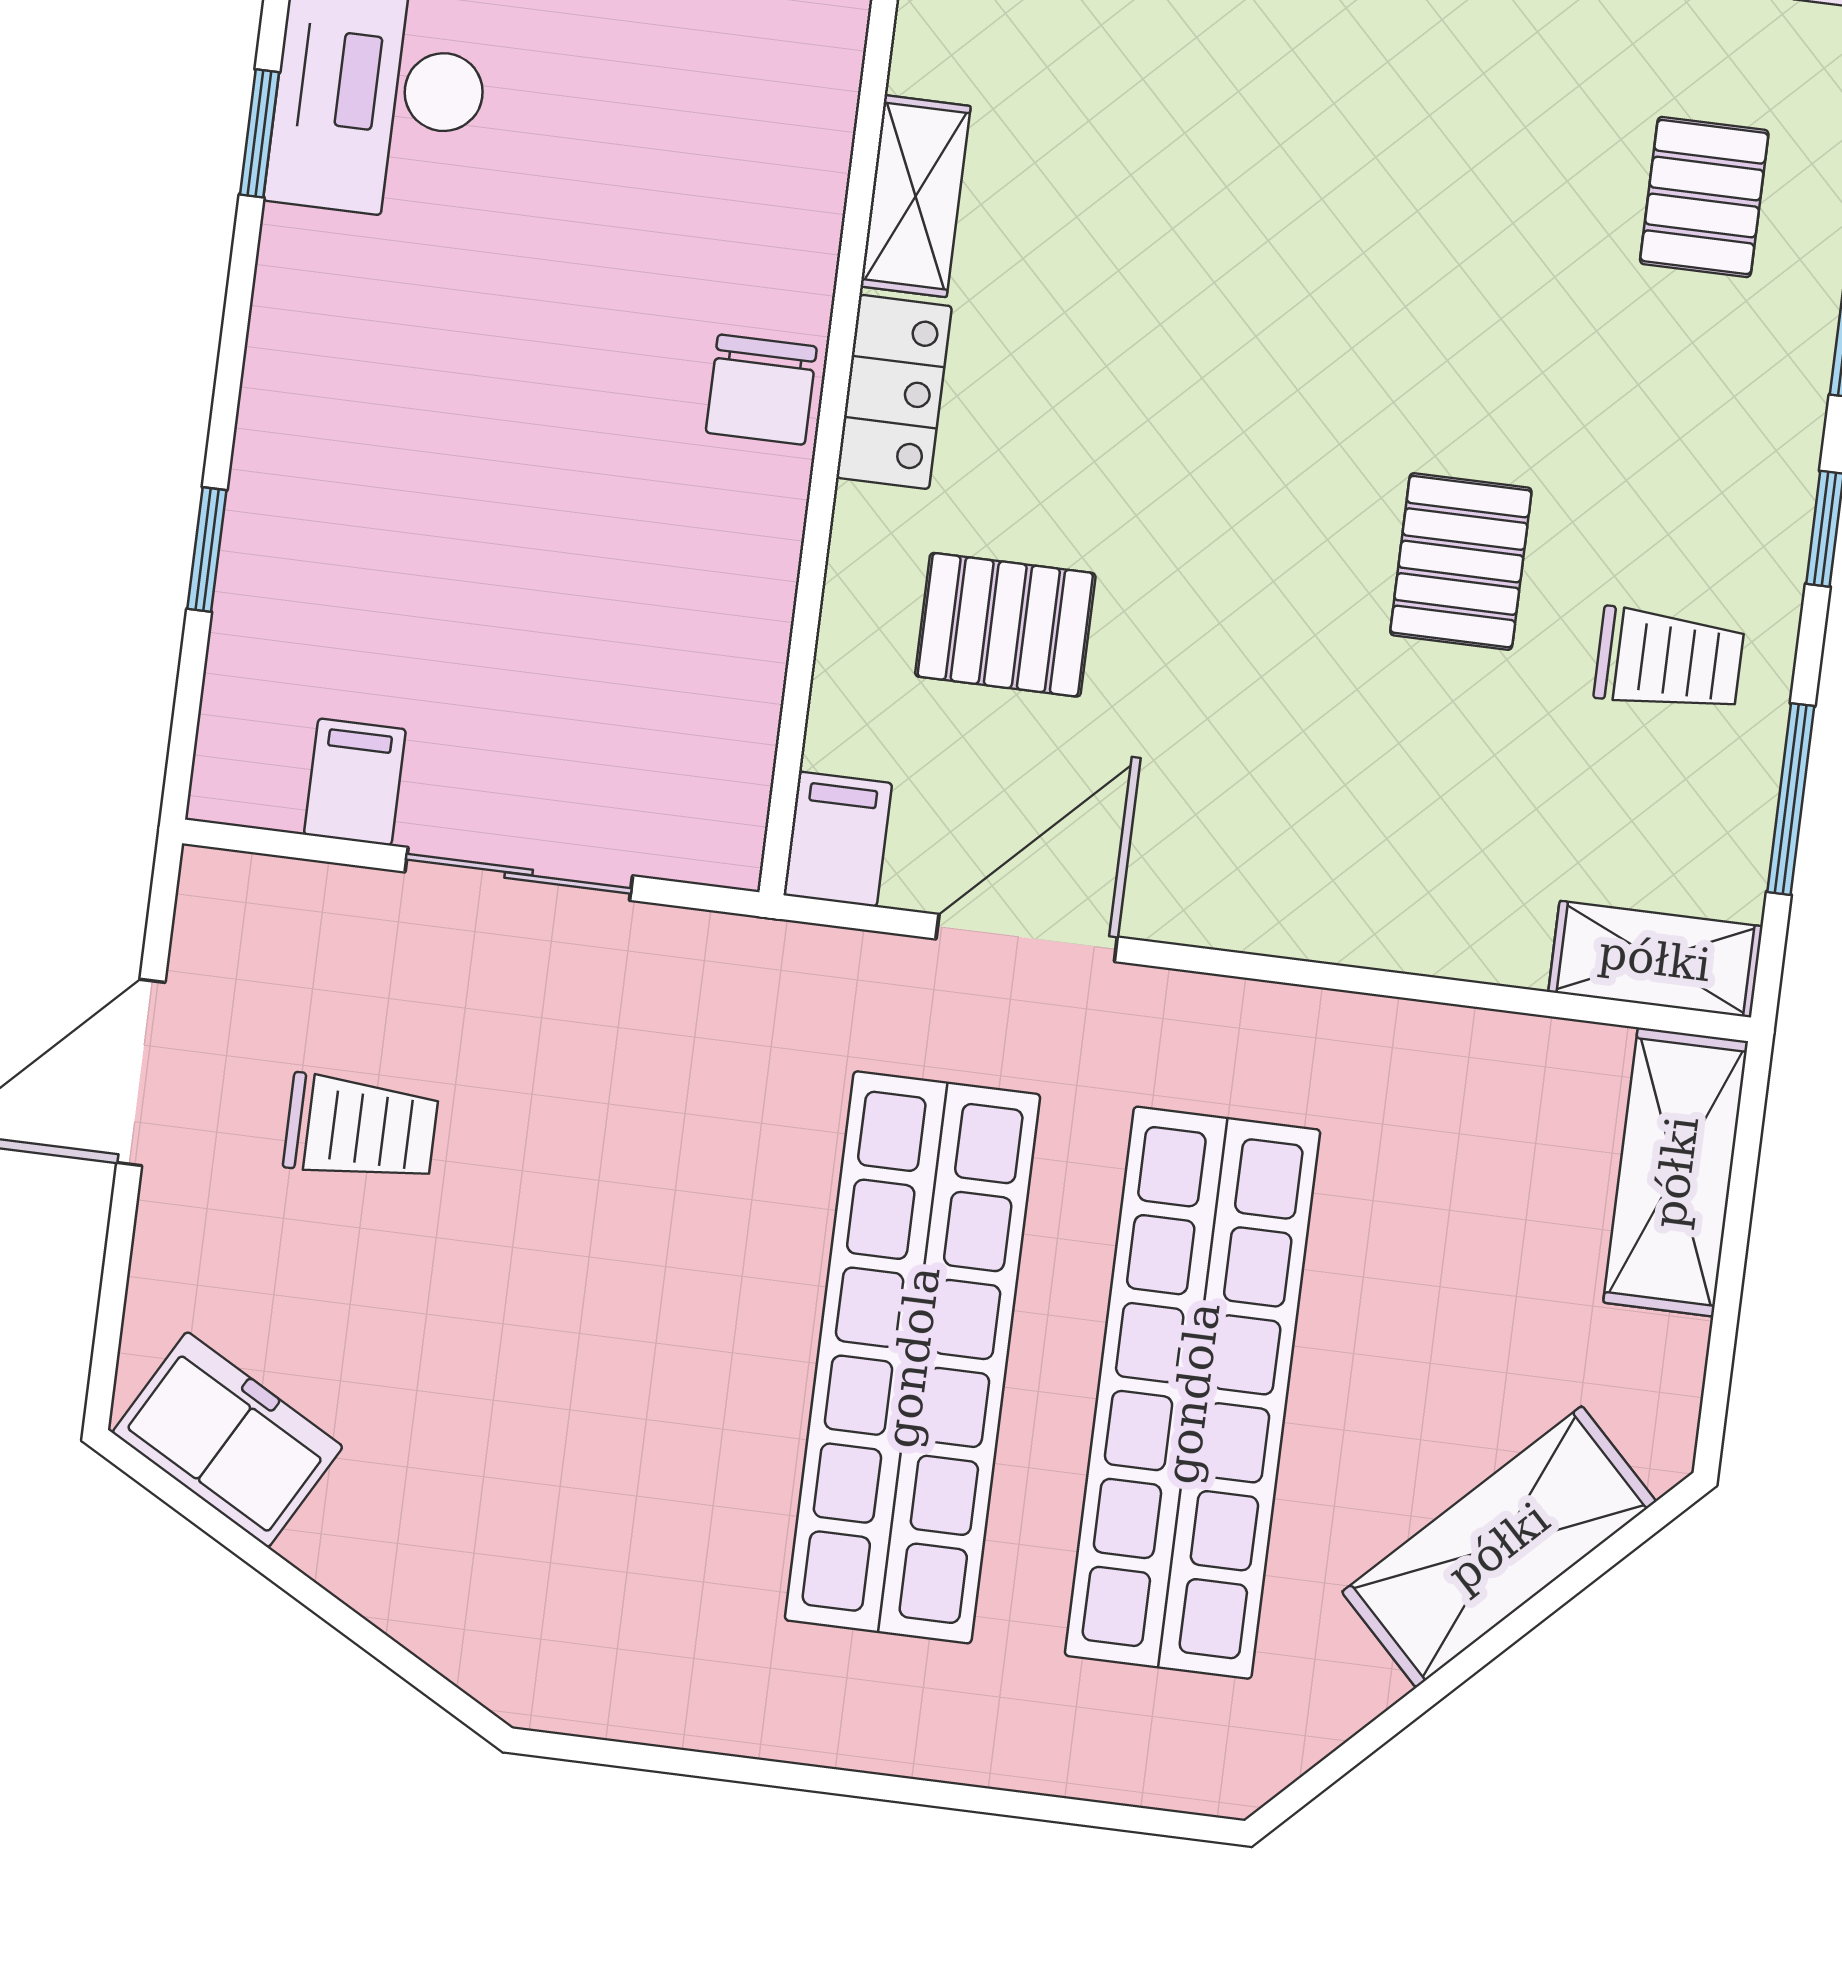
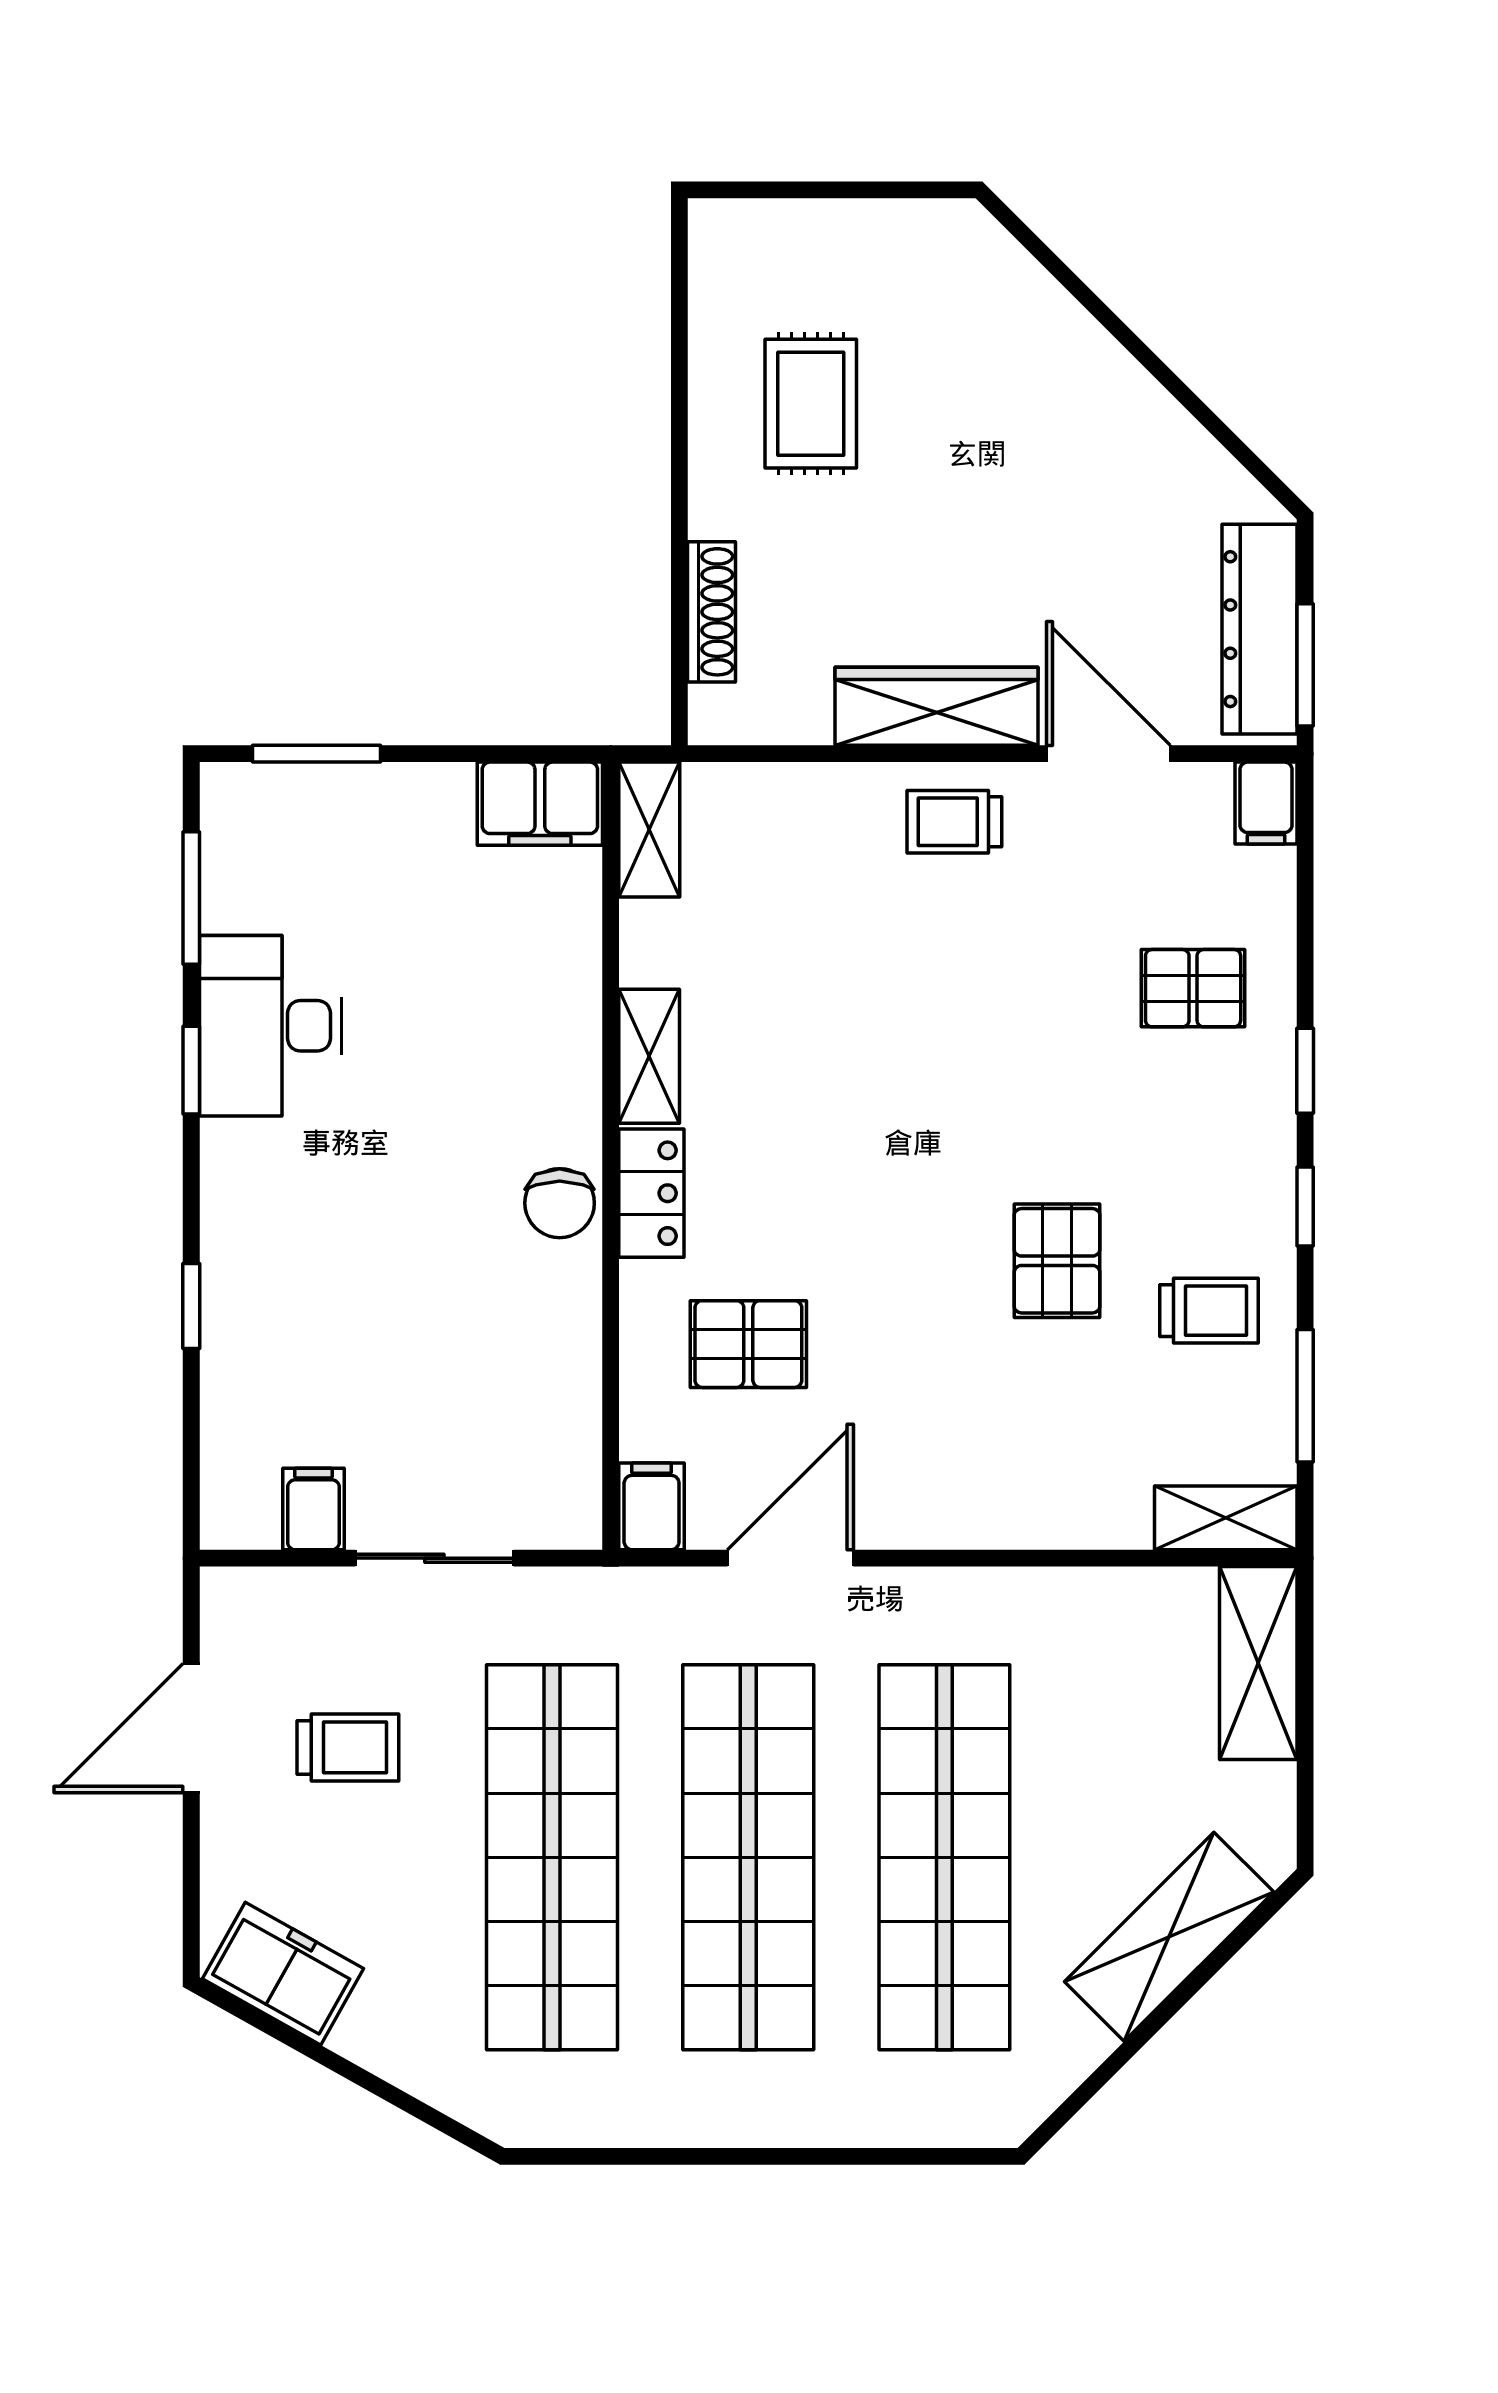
pallet: (1704, 197) -> (1193, 988), turned 90
window: (207, 549) -> (191, 1306), moved
shop shelf: (633, 1322) -> (552, 1857), added

